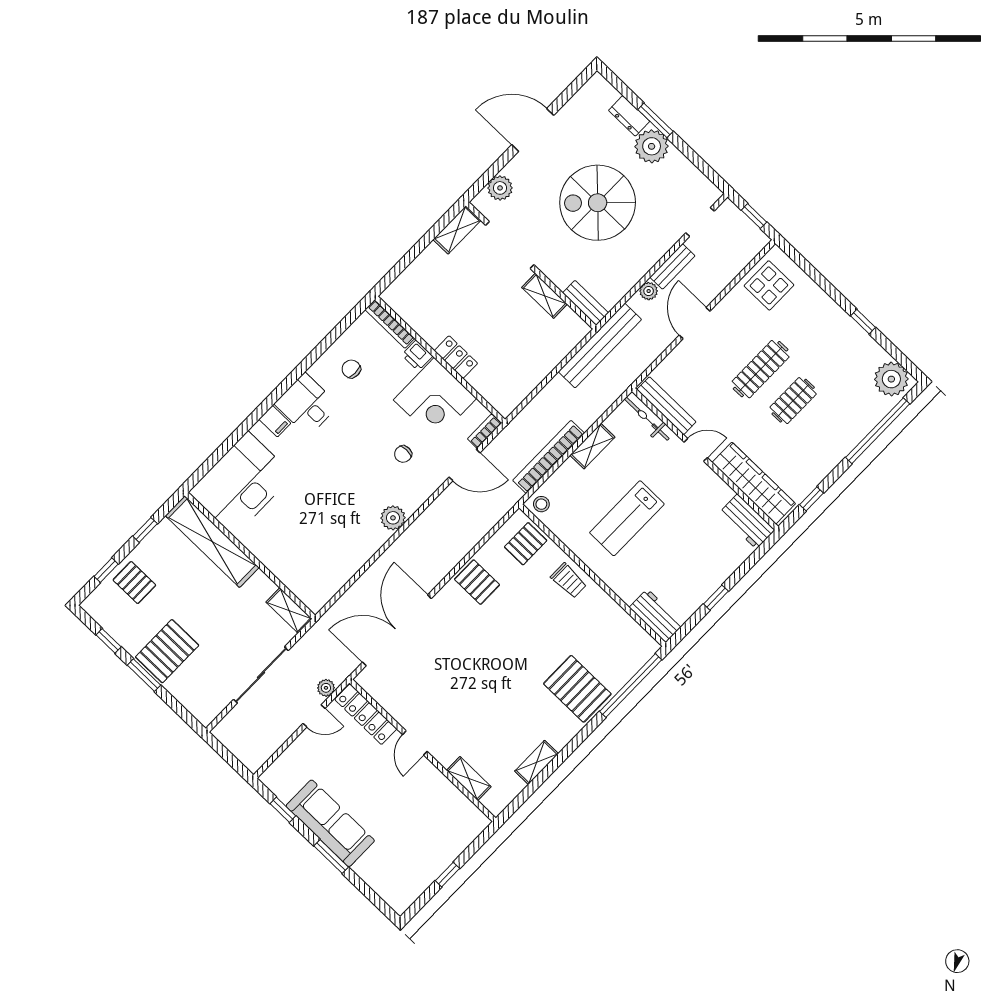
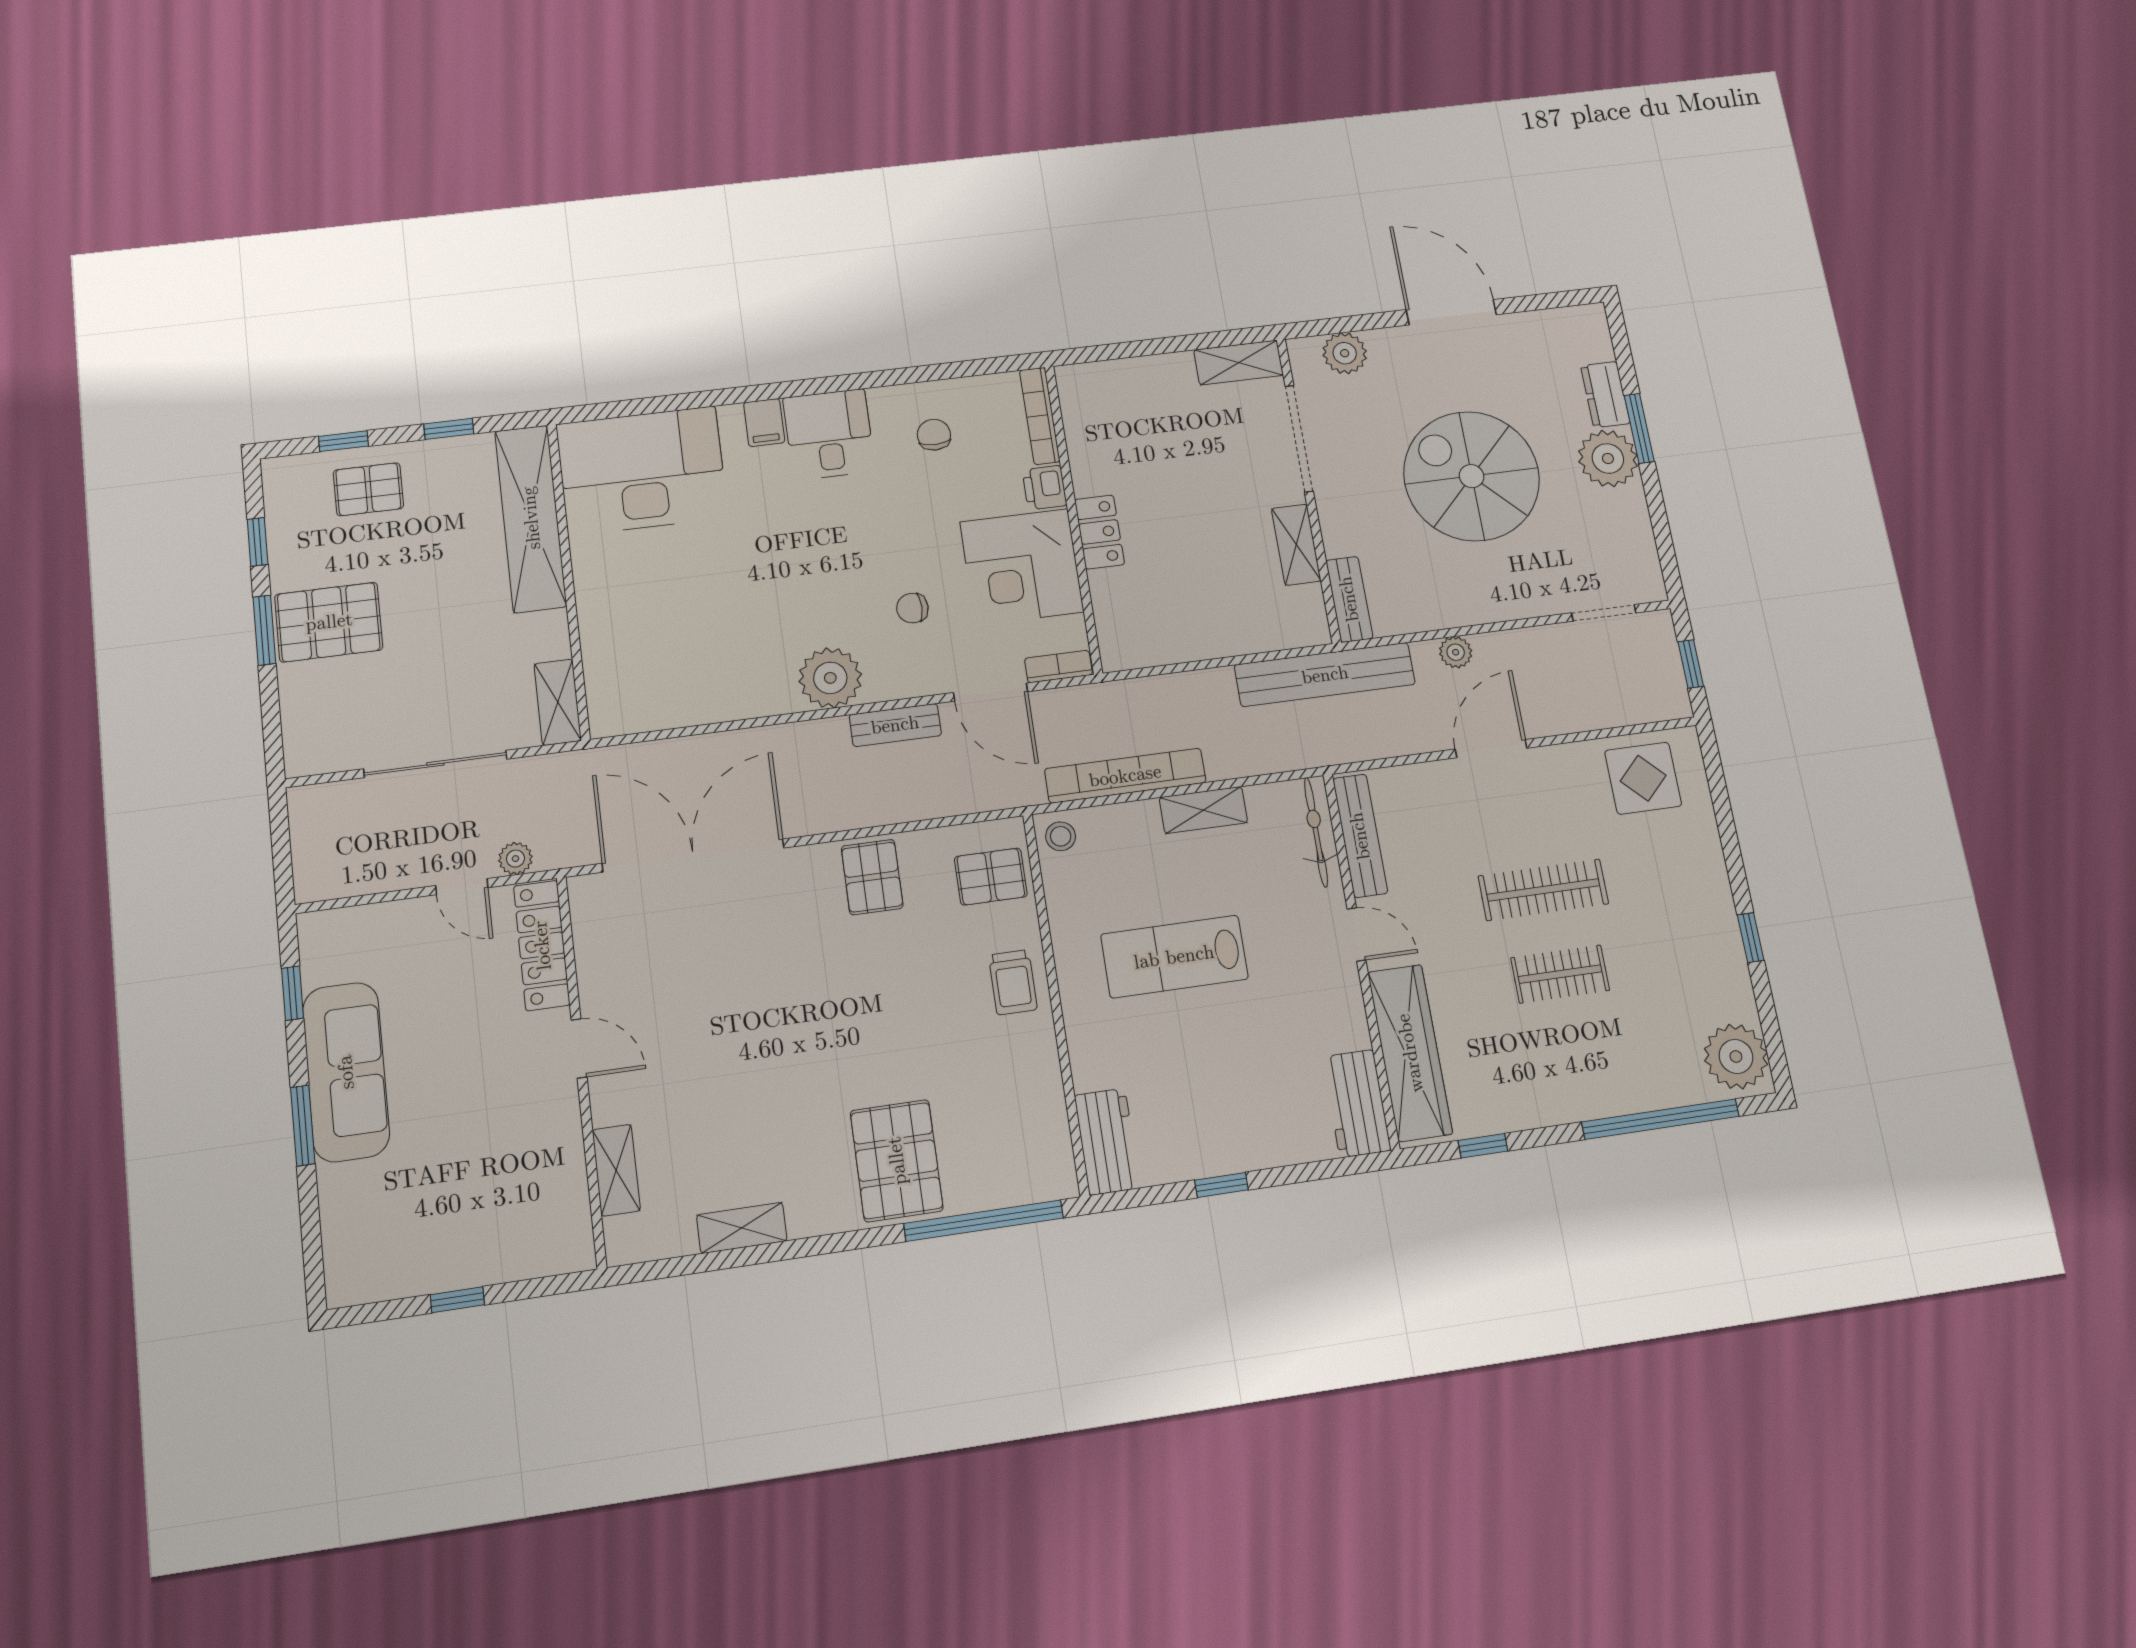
bench: (672, 266) -> (895, 725), moved
plant: (393, 518) -> (830, 678), width x1.36, depth x1.36
pallet: (134, 583) -> (368, 489), turned 90
door: (415, 743) -> (579, 1048), swing flipped

